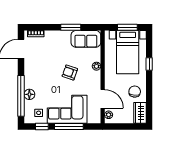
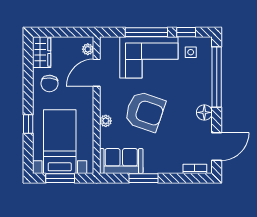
armchair: (70, 72) -> (145, 112), width x1.88, depth x1.88
floor lamp: (29, 94) -> (204, 112), moved
door: (103, 99) -> (97, 73), hinge flipped

